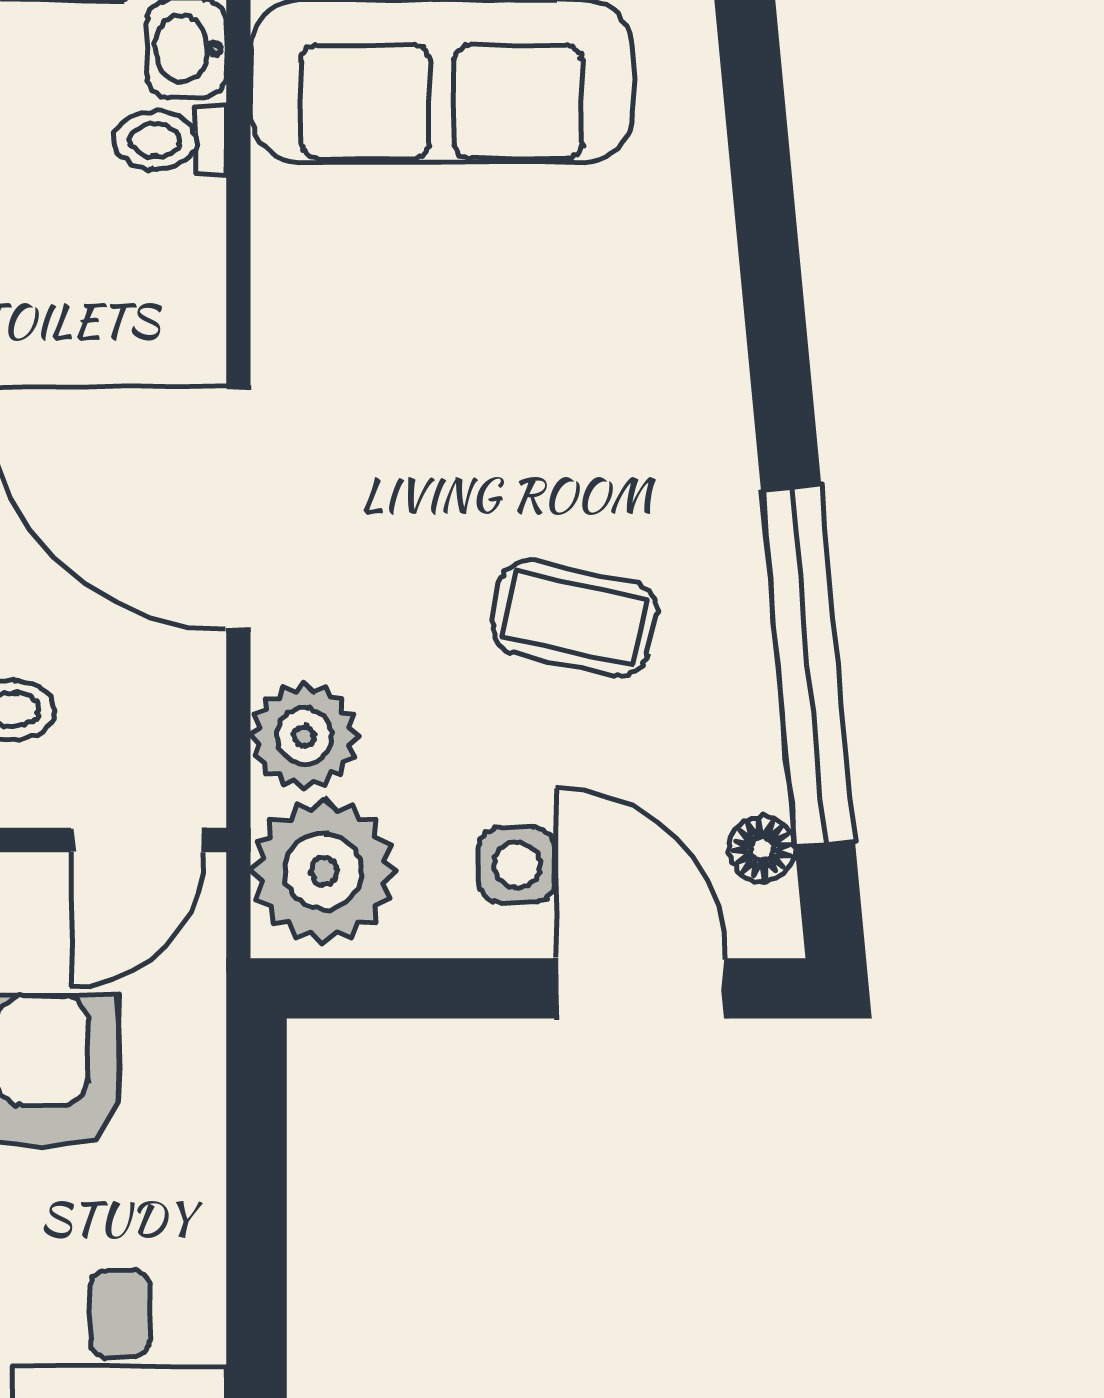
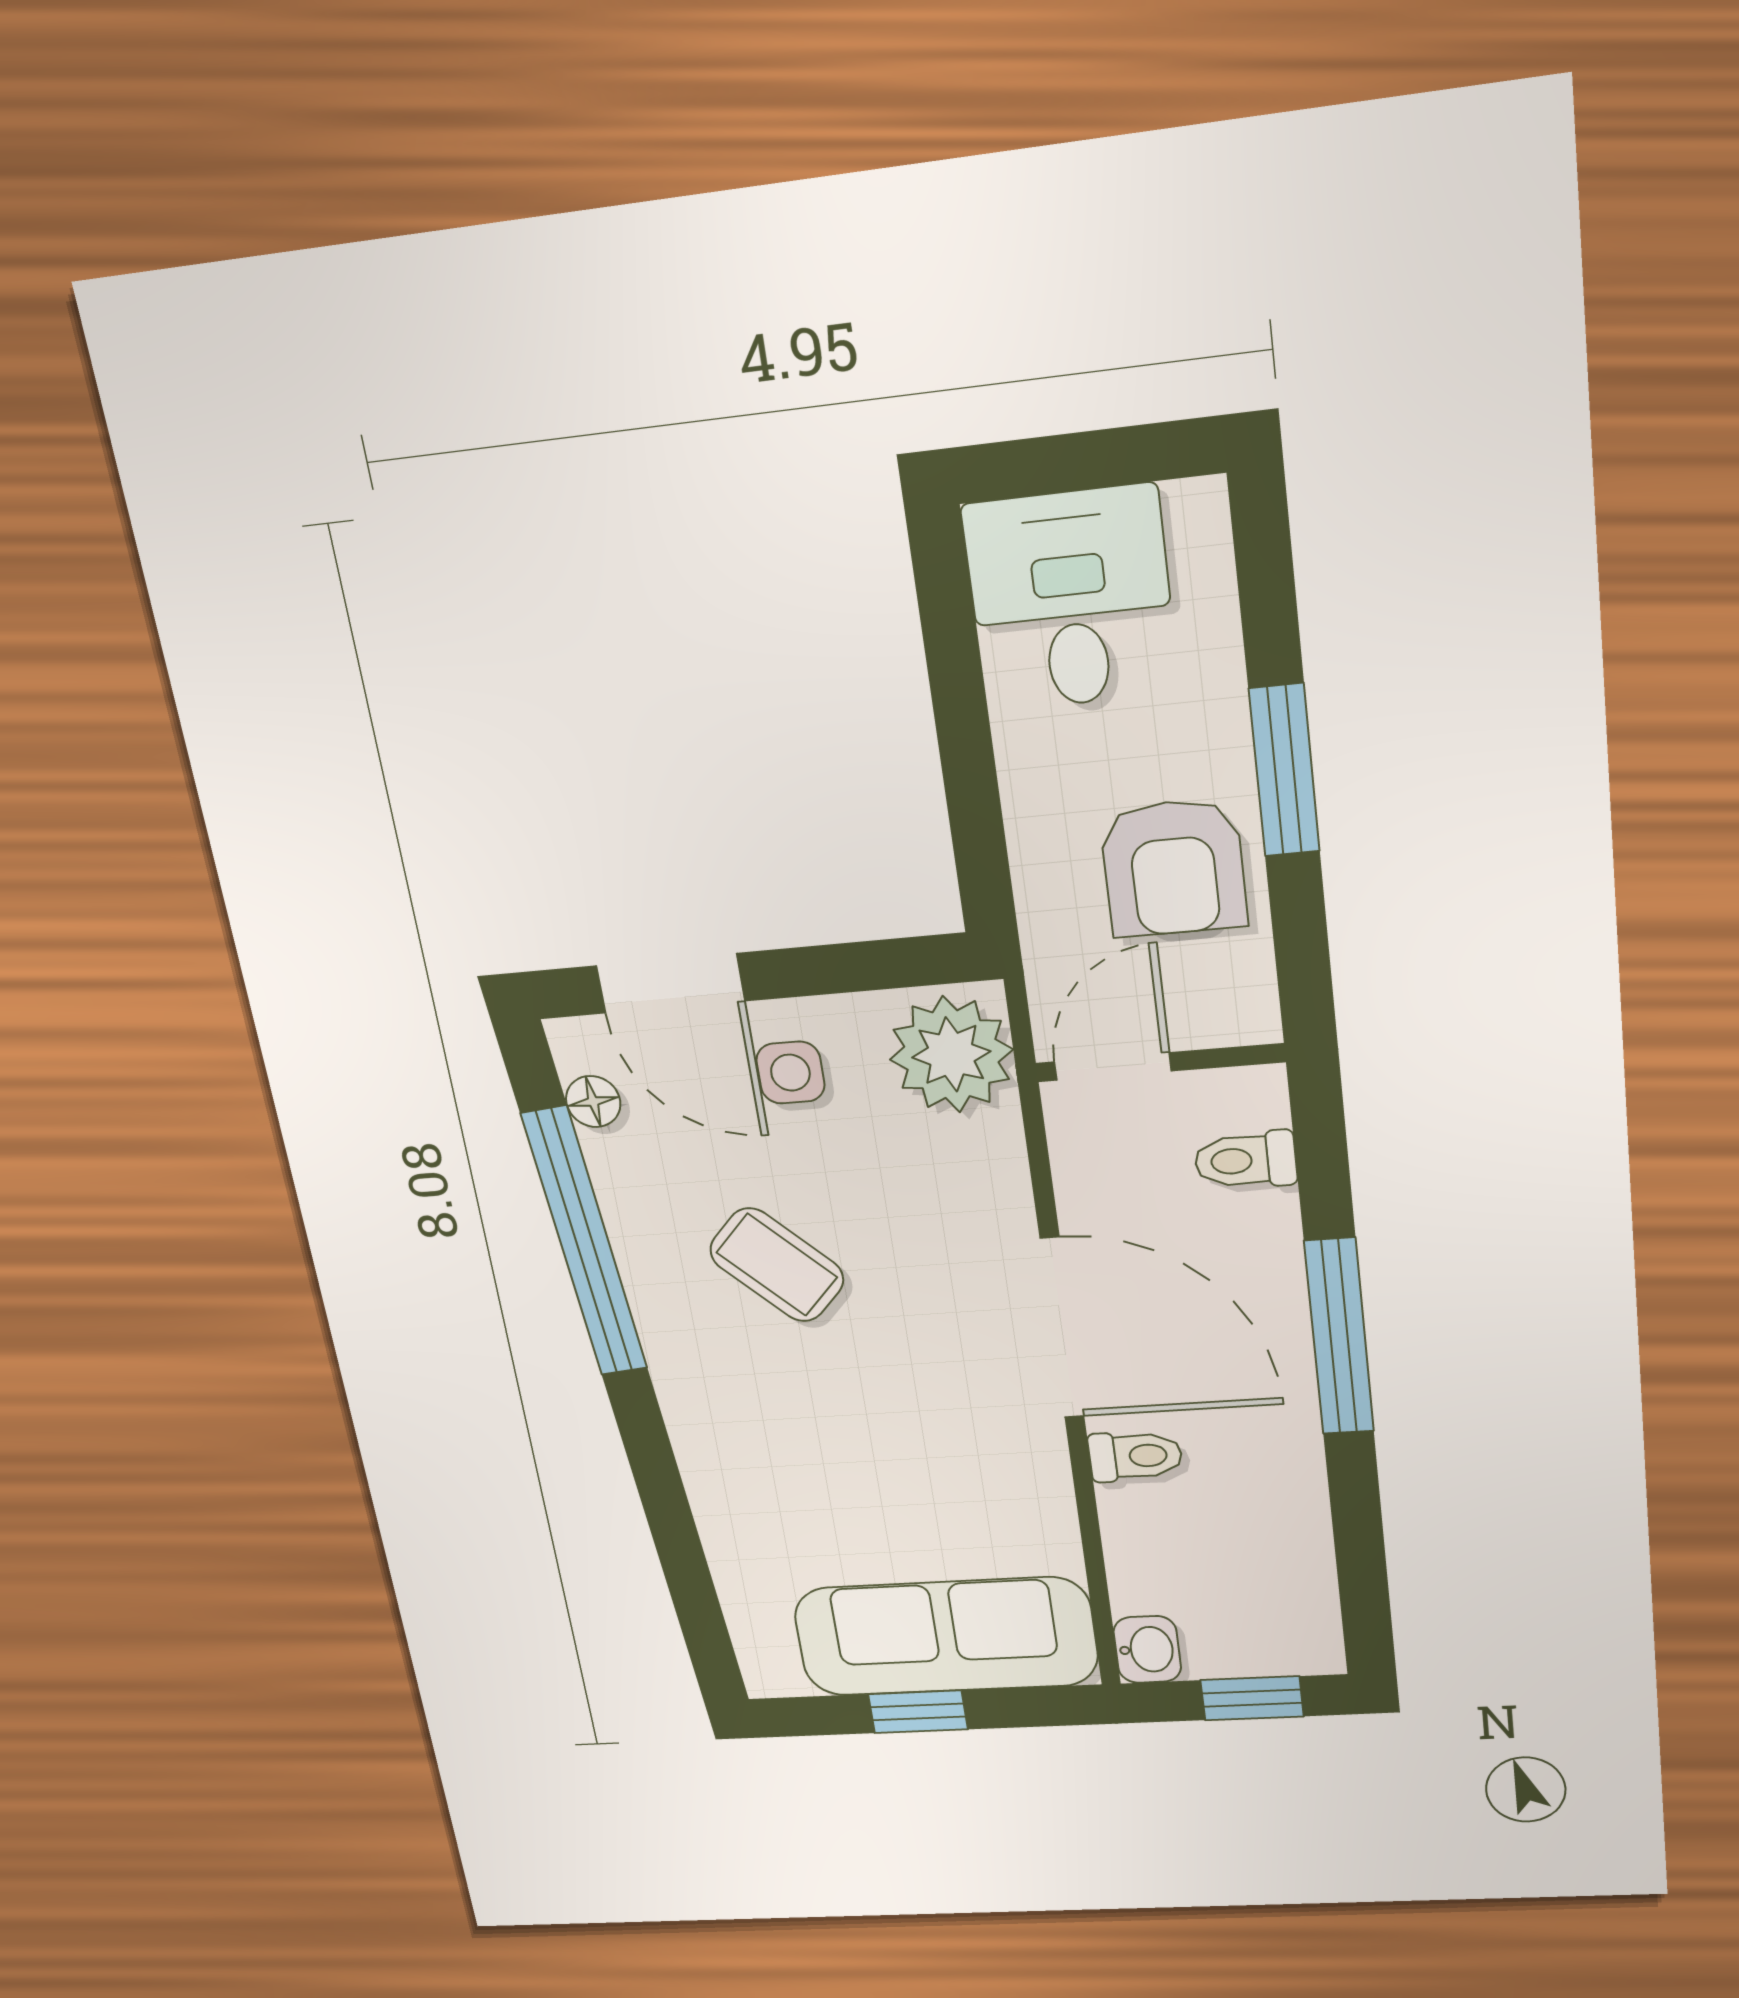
toilet: (170, 140) -> (1135, 1456), moved
coffee table: (574, 618) -> (777, 1265), turned 32
plant: (304, 736) -> (983, 1159), removed

